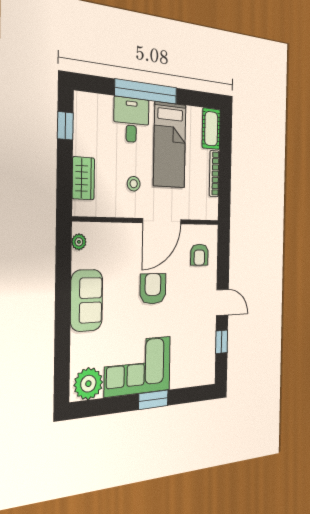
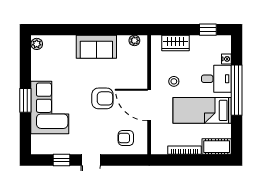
nightstand: (106, 102) -> (226, 59), added
corner sofa: (138, 366) -> (50, 107), moved
plant: (88, 384) -> (37, 44), width x0.53, depth x0.53

